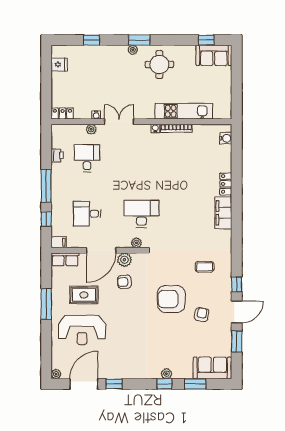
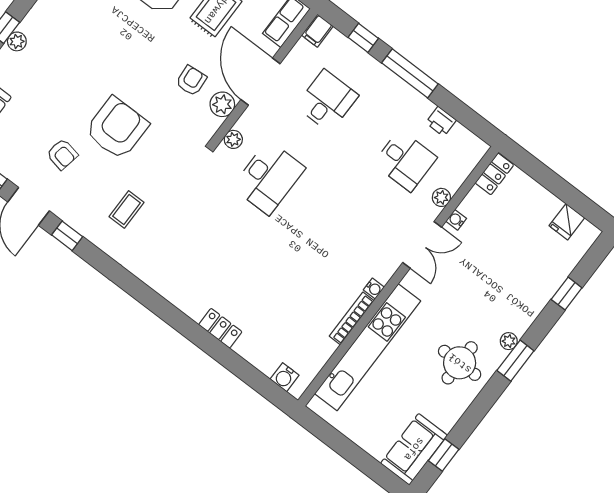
kitchen unit: (184, 111) -> (368, 347), width x1.36
filing cabinet: (223, 213) -> (182, 294), removed

